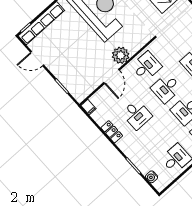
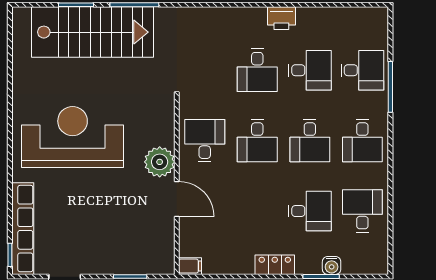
desk: (137, 115) -> (310, 211), moved
locker: (112, 132) -> (275, 265), moved
water cooler: (152, 177) -> (332, 265), moved

